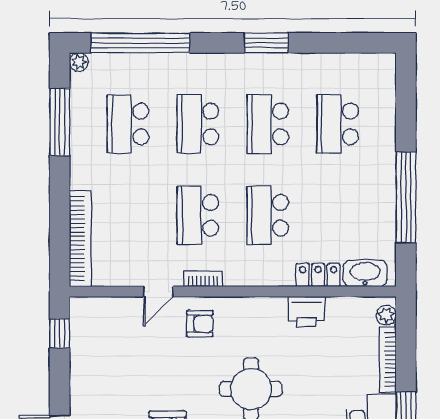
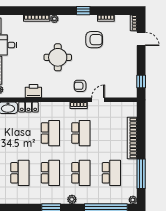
plant: (219, 63) -> (72, 199), added
bookcase: (80, 239) -> (132, 138), moved

